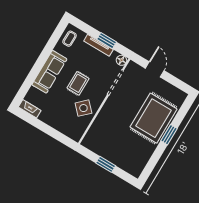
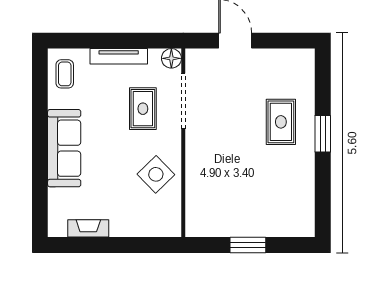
window: (107, 41) -> (128, 41), removed
rug: (78, 83) -> (143, 109), moved
fireplace: (30, 109) -> (88, 228), moved
rug: (153, 118) -> (281, 122), width x0.54, depth x0.49

